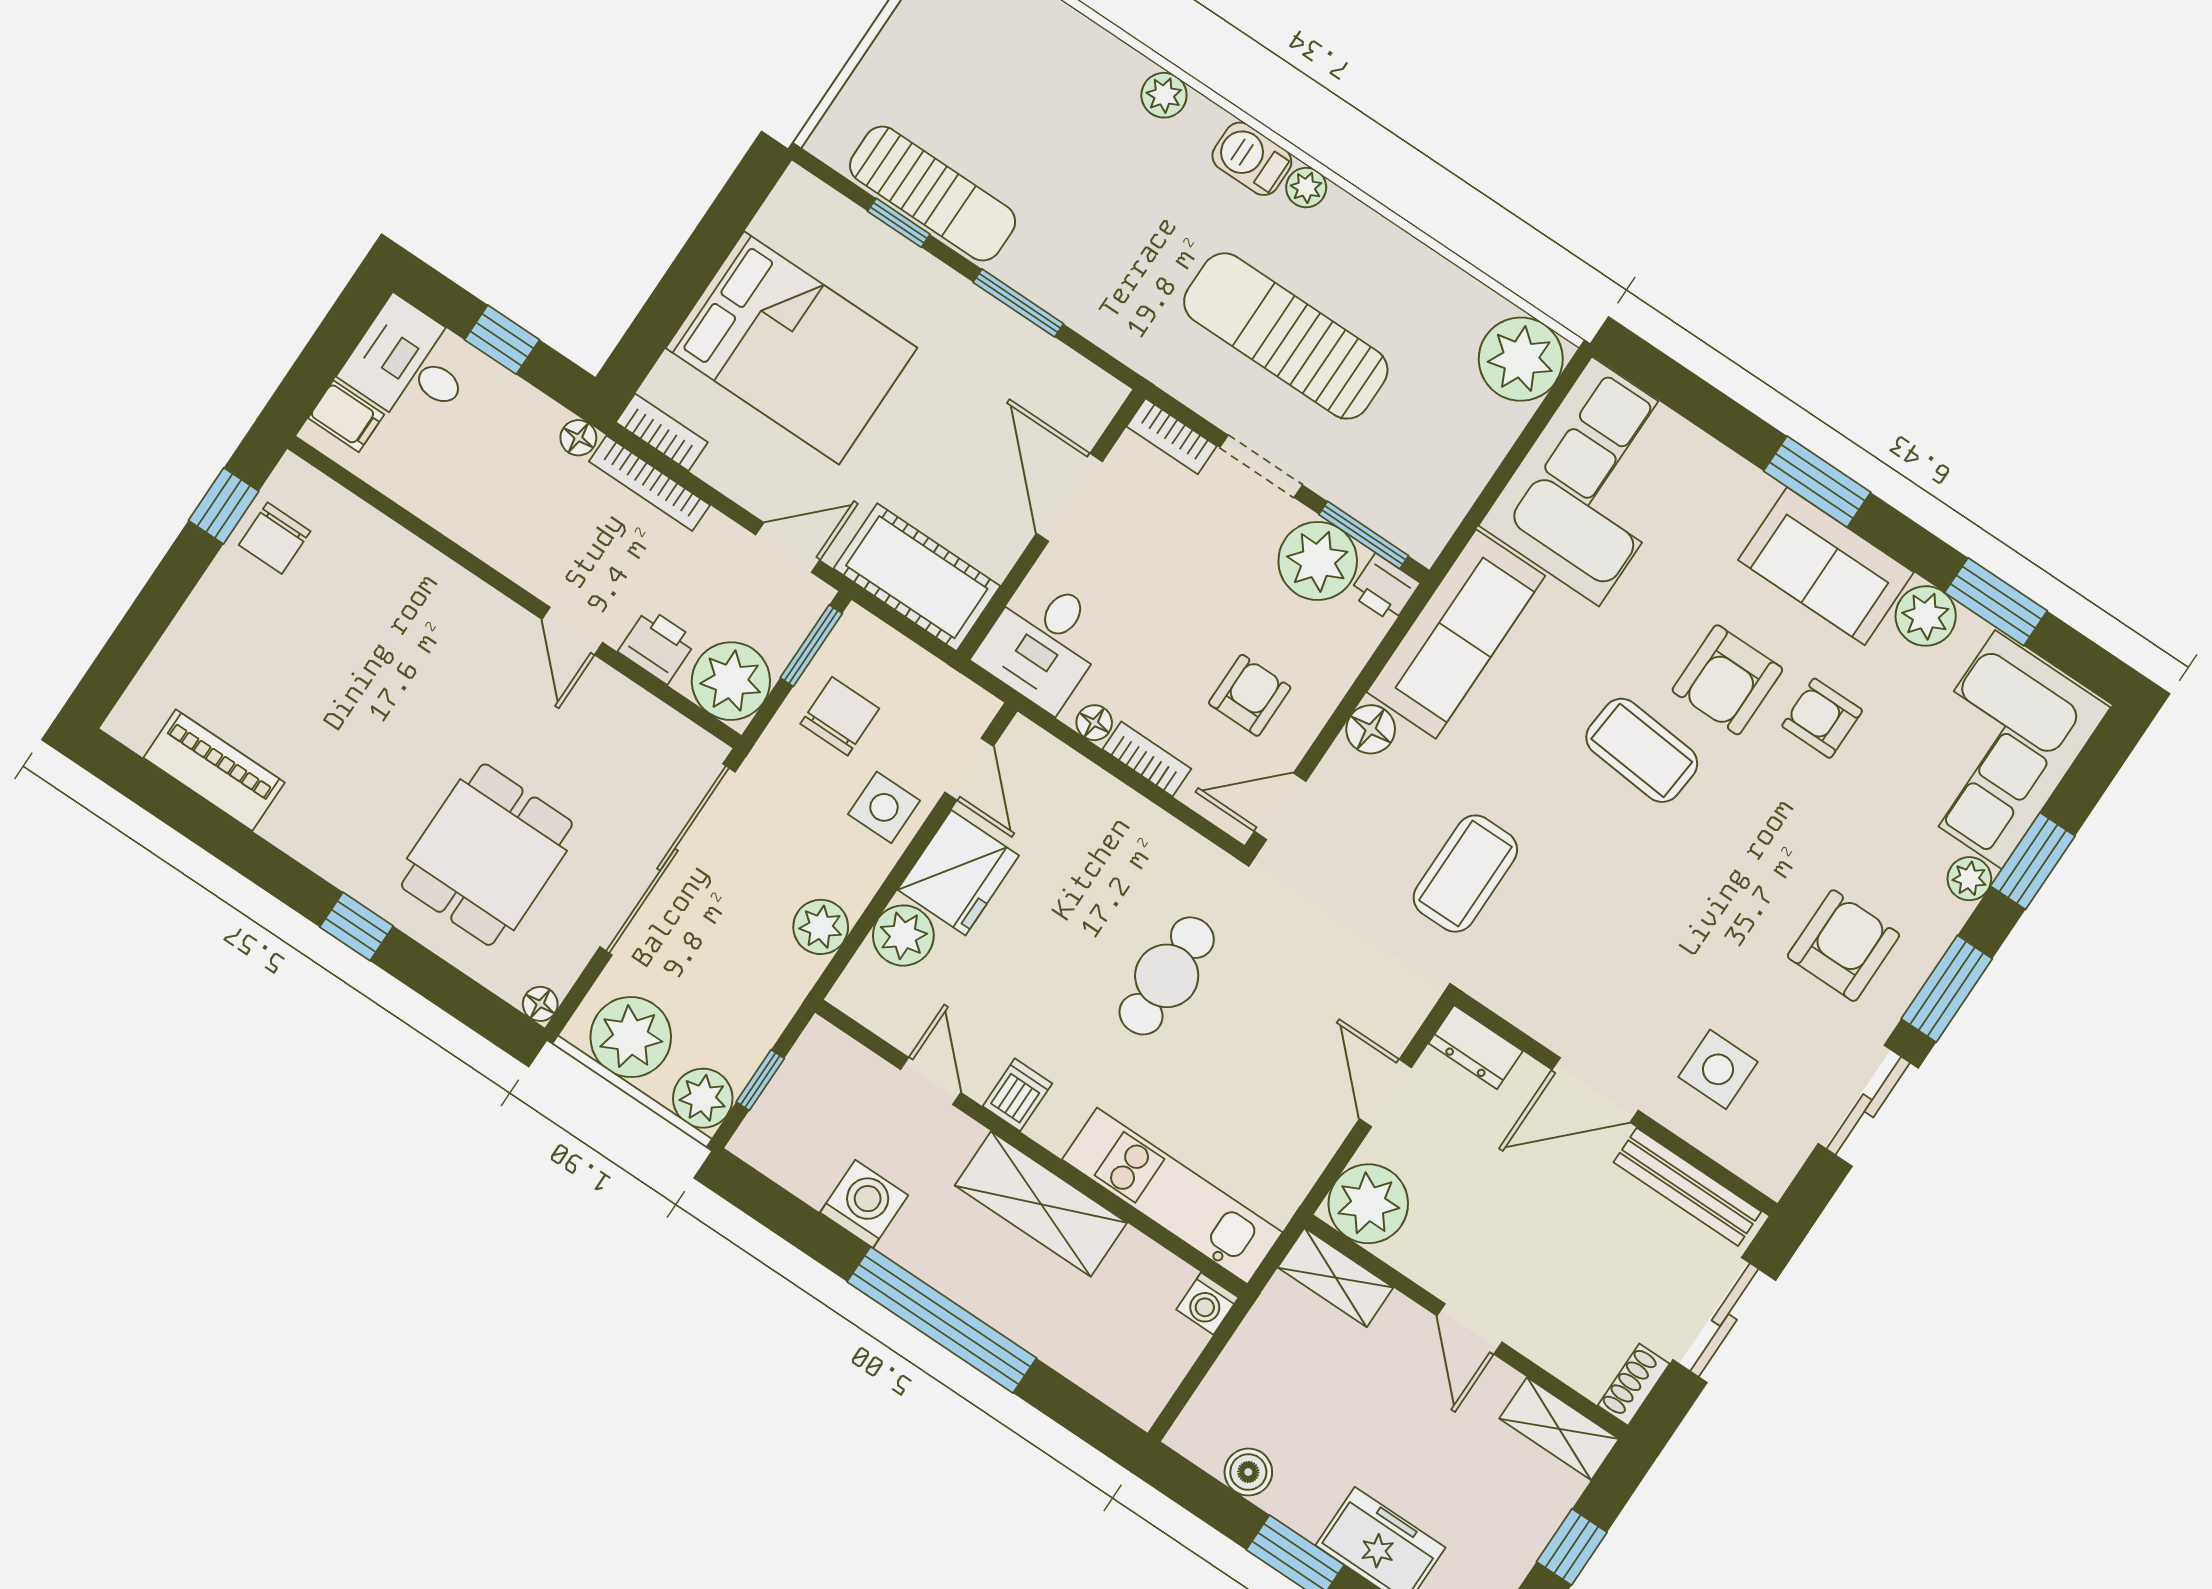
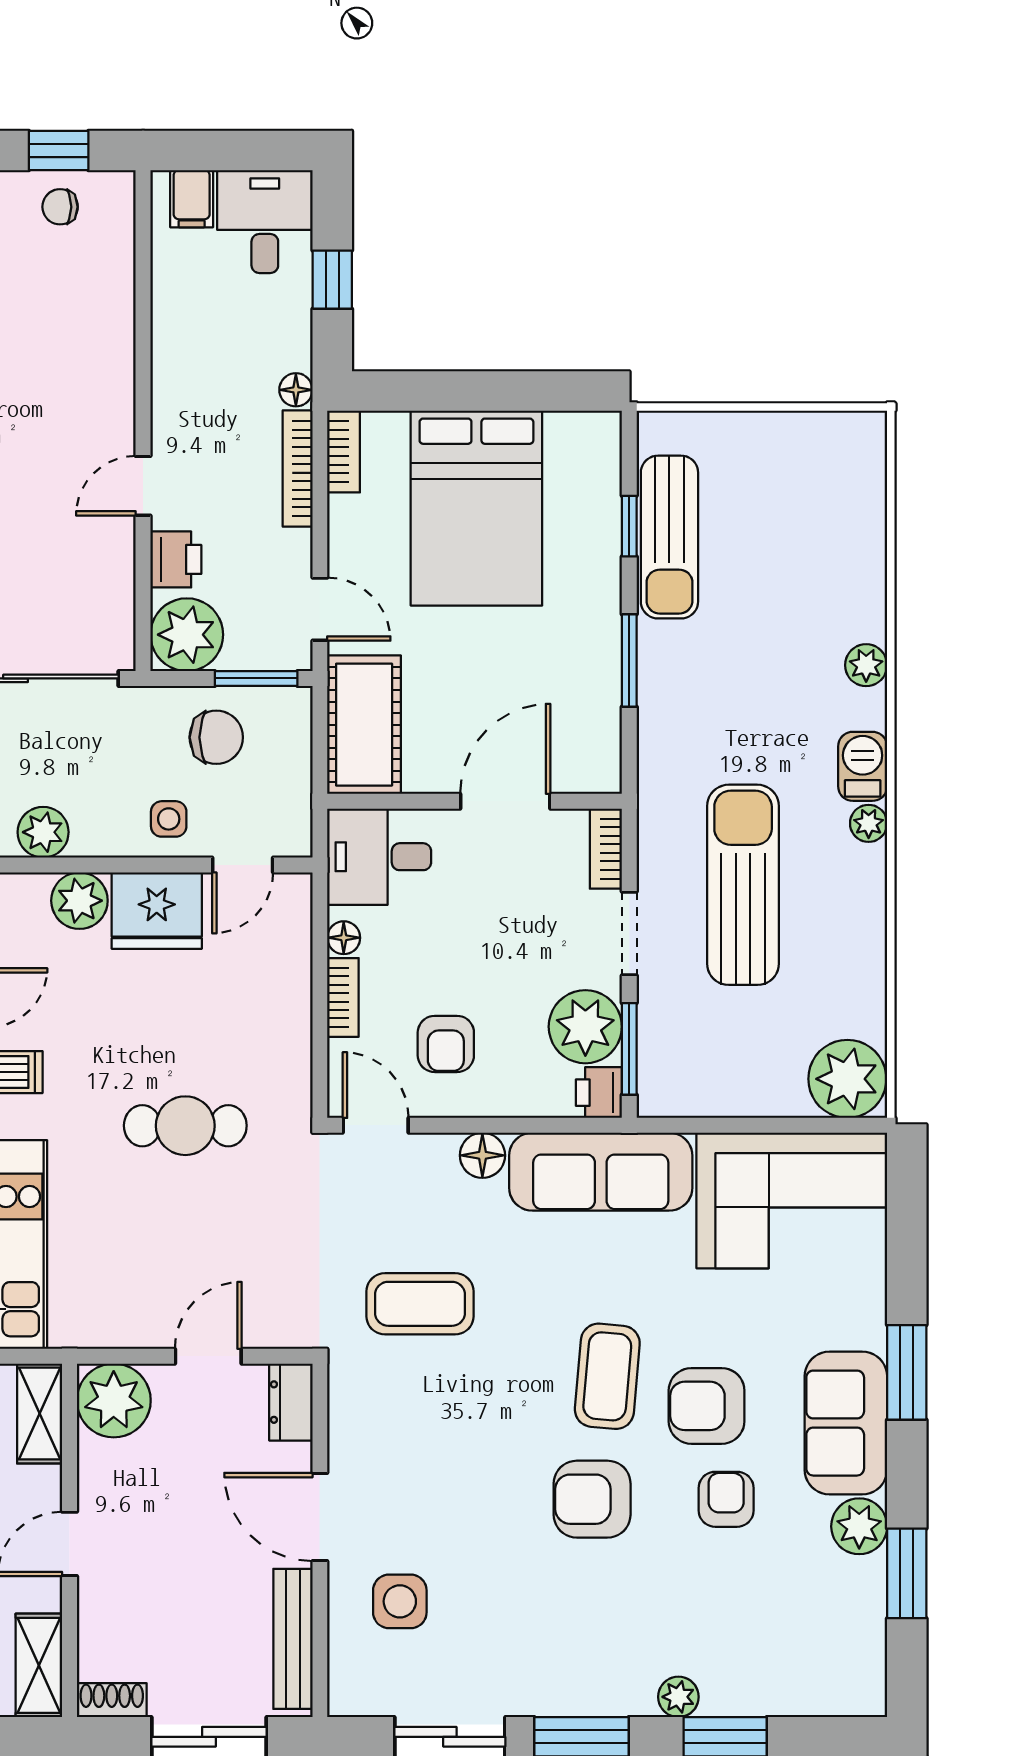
chair: (275, 538) -> (60, 207), width x0.73, depth x0.73
armchair: (1250, 695) -> (446, 1044), turned 90
corner sofa: (1998, 750) -> (794, 1652), removed
side table: (884, 807) -> (169, 819), width x0.73, depth x0.73
armchair: (1843, 946) -> (592, 1499), moved, turned 180

